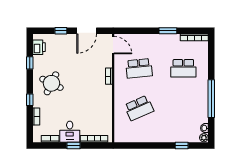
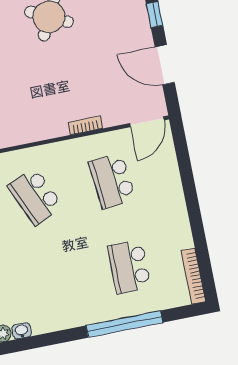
window: (168, 31) -> (196, 222), removed
window: (211, 99) -> (124, 324), moved

